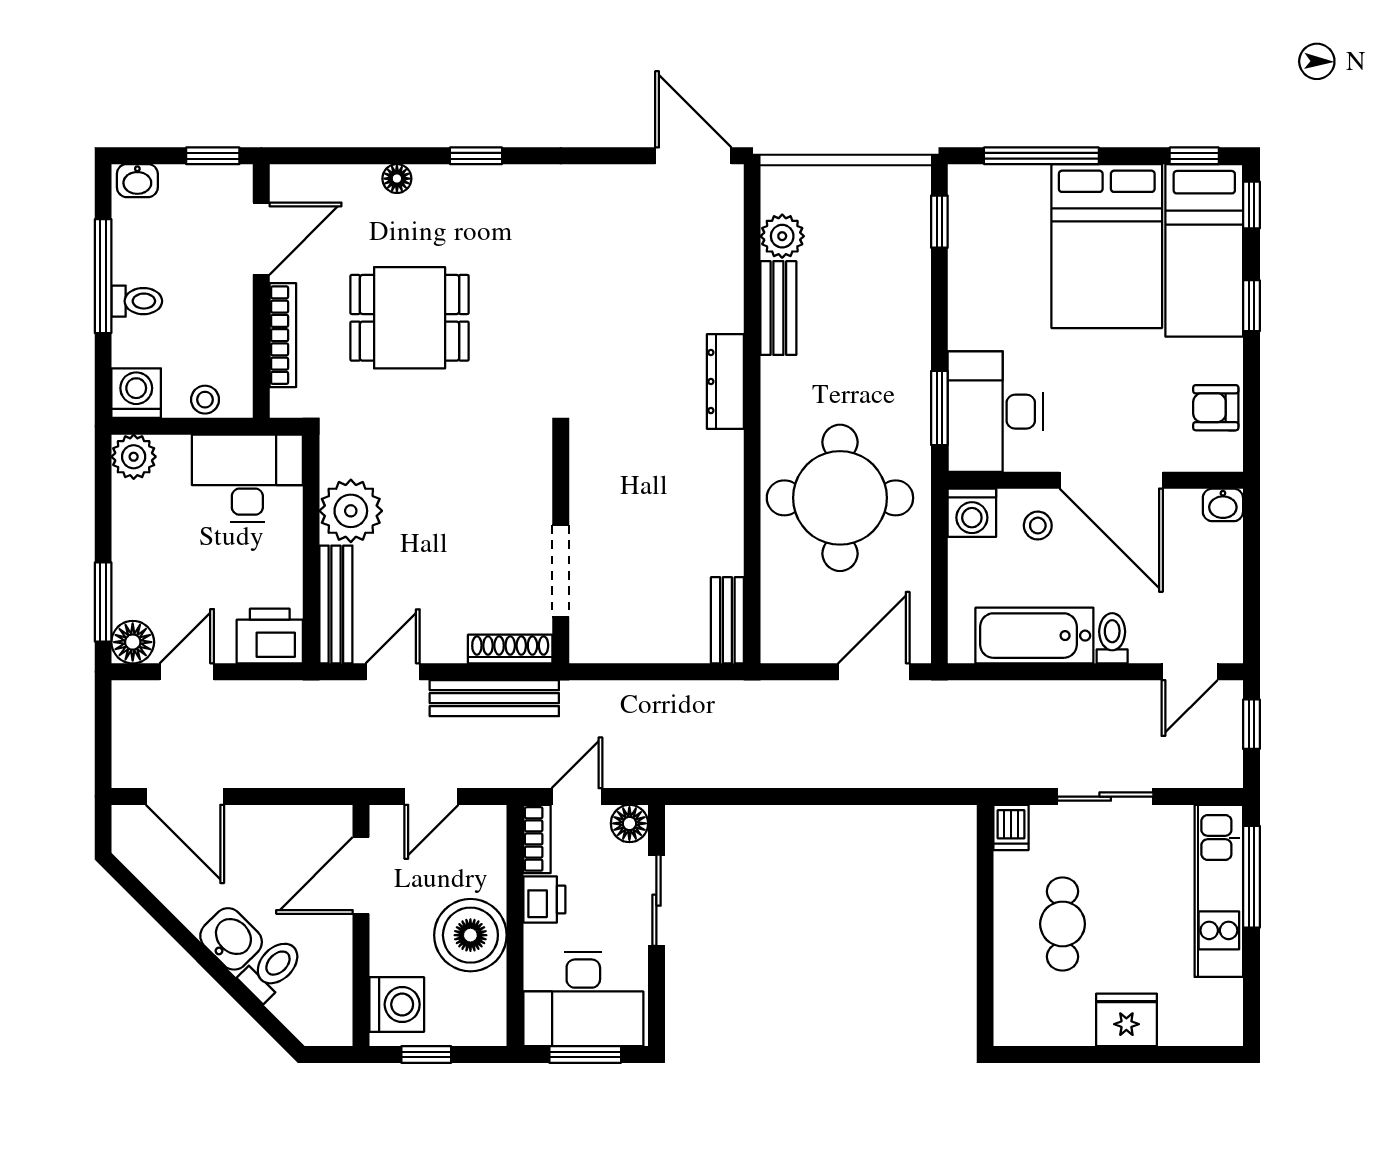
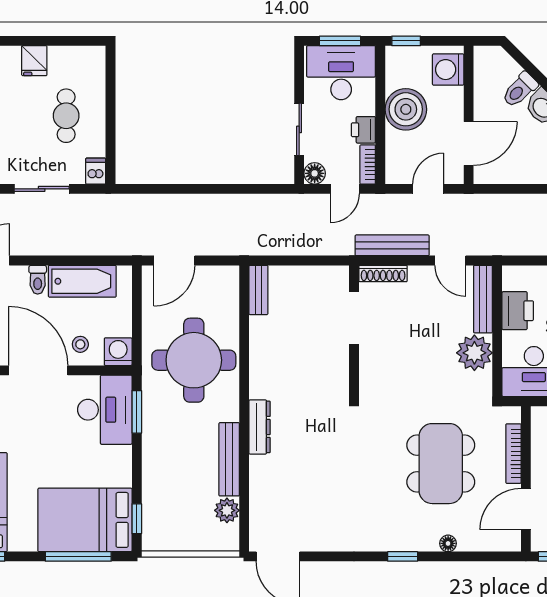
bed: (1107, 246) -> (85, 520), moved, turned -90
bench: (778, 308) -> (229, 459), width x1.36
dining table: (410, 318) -> (441, 464), width x1.38
printer: (270, 636) -> (518, 311), moved, turned -90
door: (393, 672) -> (450, 260), hinge flipped
fridge: (1126, 1020) -> (34, 61), width x0.72
window: (426, 1054) -> (406, 41), moved

